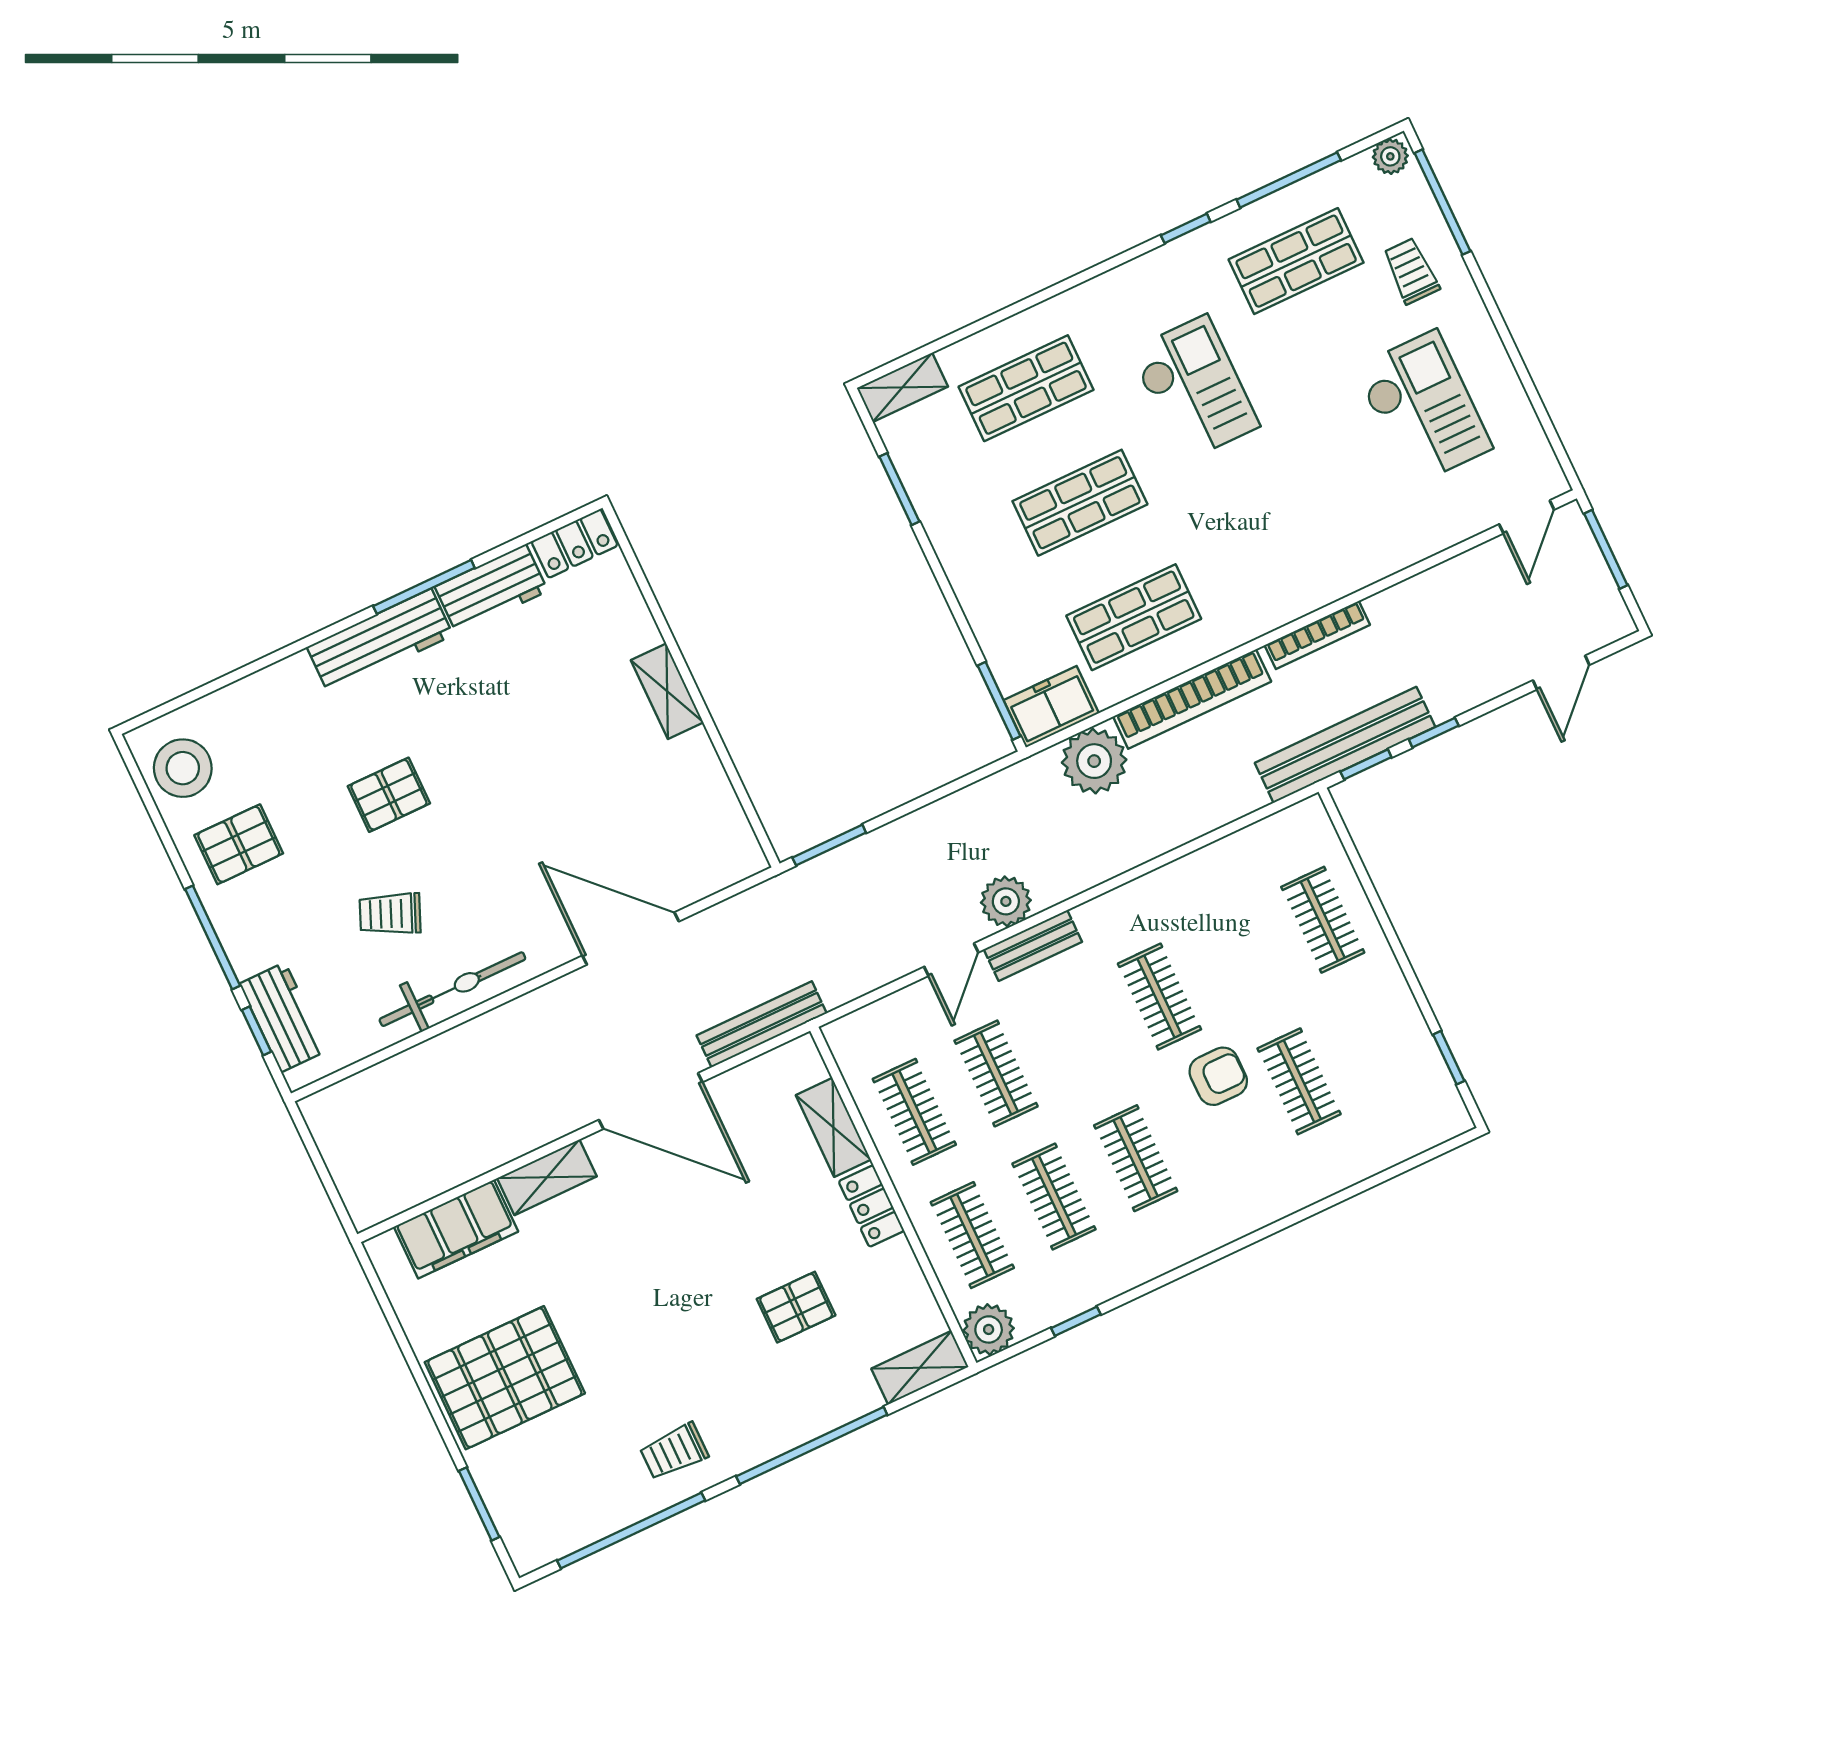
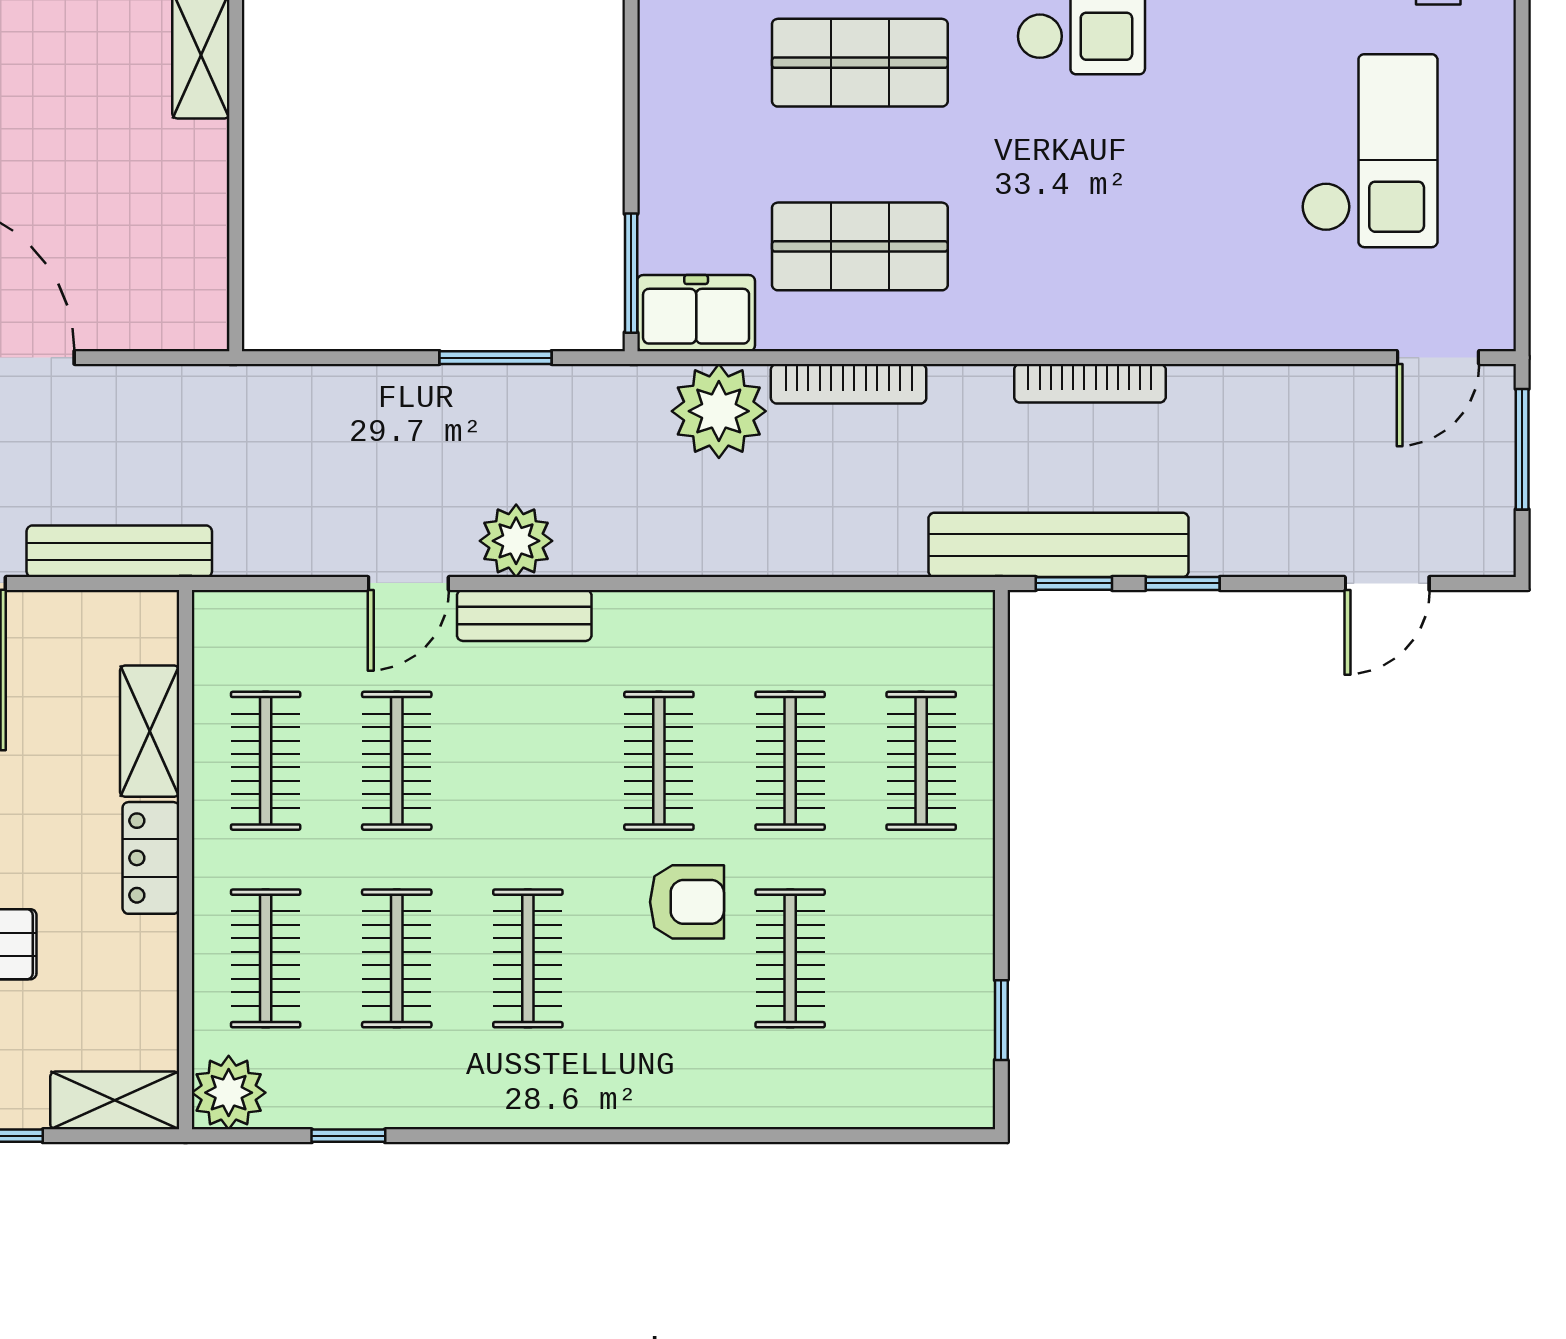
bookcase: (1192, 699) -> (849, 384), width x0.68, depth x0.76
window: (829, 845) -> (496, 358), moved
clothes rail: (1241, 958) -> (790, 761), added

